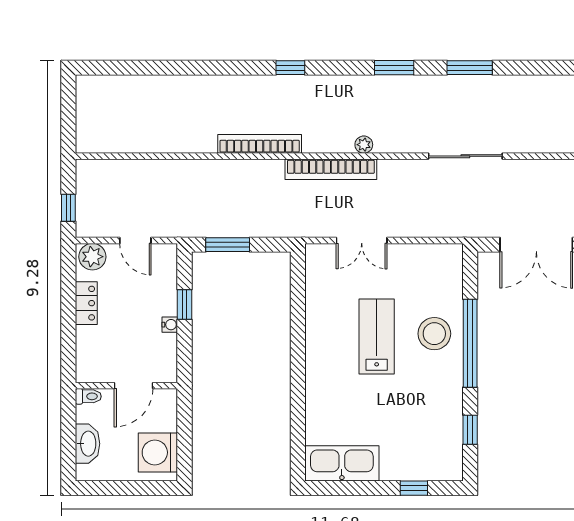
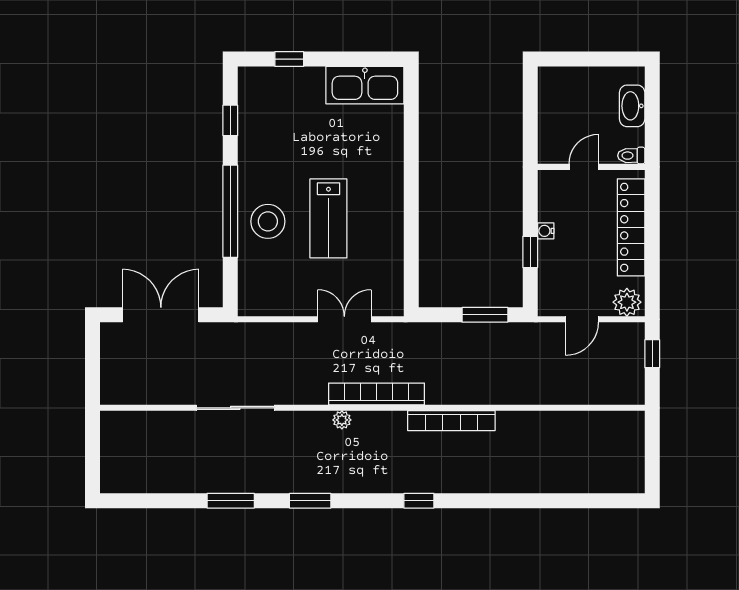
door: (135, 240) -> (582, 319), swing flipped
locker: (86, 303) -> (631, 227), width x2.16, depth x1.21
door: (134, 386) -> (584, 167), width x0.73
washing machine: (158, 452) -> (558, 97), removed

